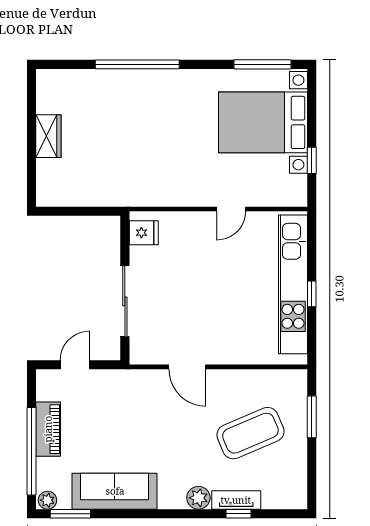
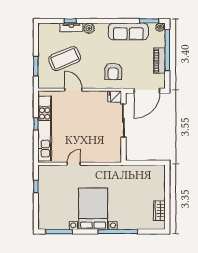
bed with nightstands: (263, 122) -> (93, 209), moved, turned -90
wardrobe: (48, 136) -> (159, 211), moved
fridge: (144, 233) -> (115, 96), moved
door: (75, 365) -> (147, 91), width x1.87
door: (187, 367) -> (73, 90), moved
armchair: (147, 406) -> (113, 71), added

